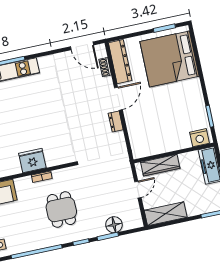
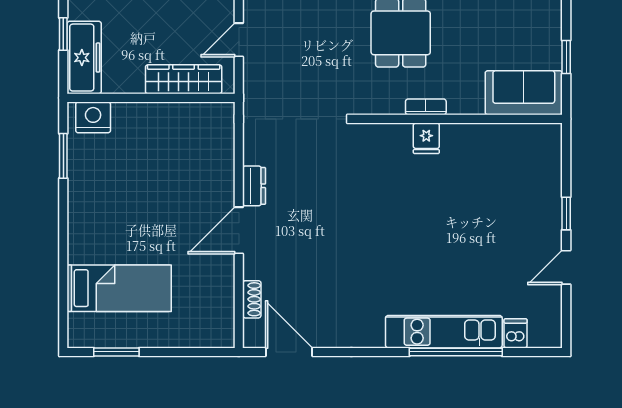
bed: (170, 59) -> (119, 288), width x0.49
dresser: (120, 62) -> (219, 304), removed
fridge: (32, 161) -> (426, 138), width x0.53, depth x0.75

